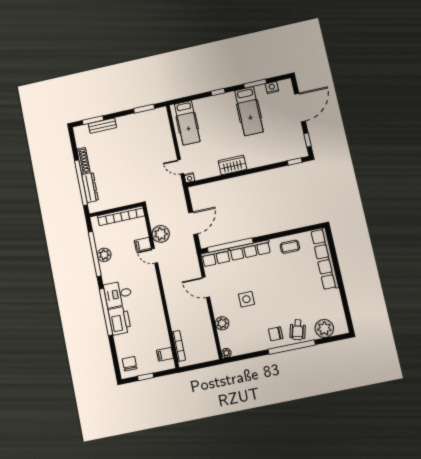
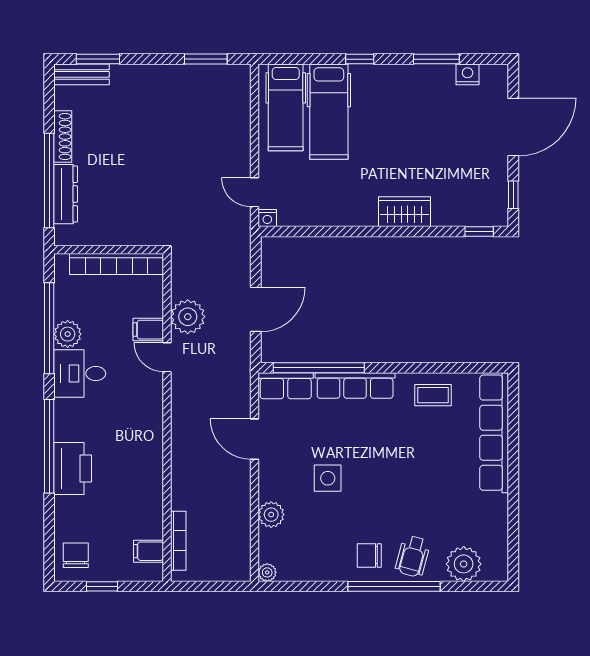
hospital bed: (249, 111) -> (329, 112), moved
bench: (102, 126) -> (82, 74), moved
wardrobe: (232, 165) -> (404, 212), moved
desk: (118, 294) -> (80, 374), moved

